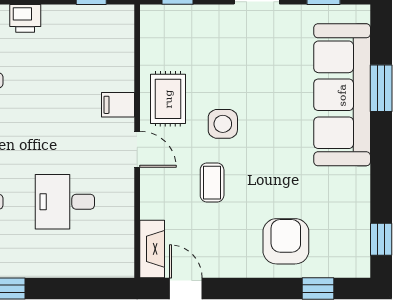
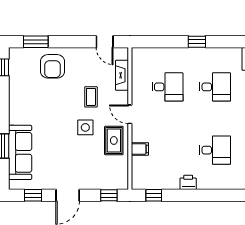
sofa: (342, 95) -> (20, 152), width x0.74, depth x0.79
filing cabinet: (118, 105) -> (140, 149), moved
fireplace: (152, 249) -> (122, 75), moved
window: (318, 289) -> (36, 42), width x1.50

